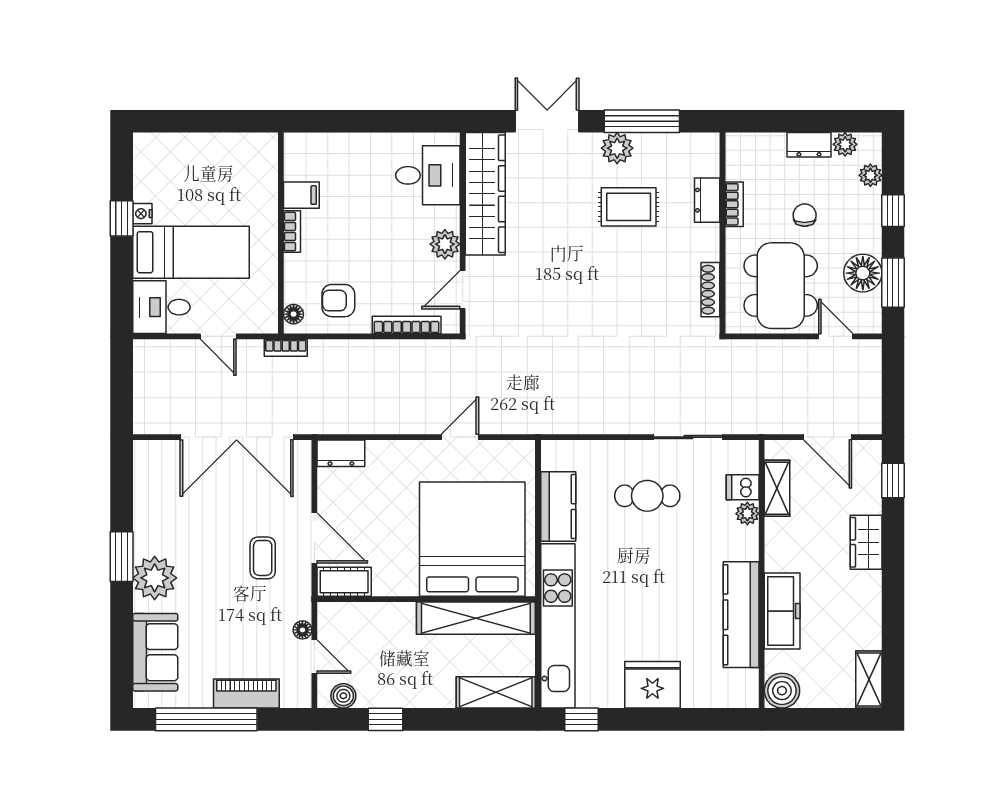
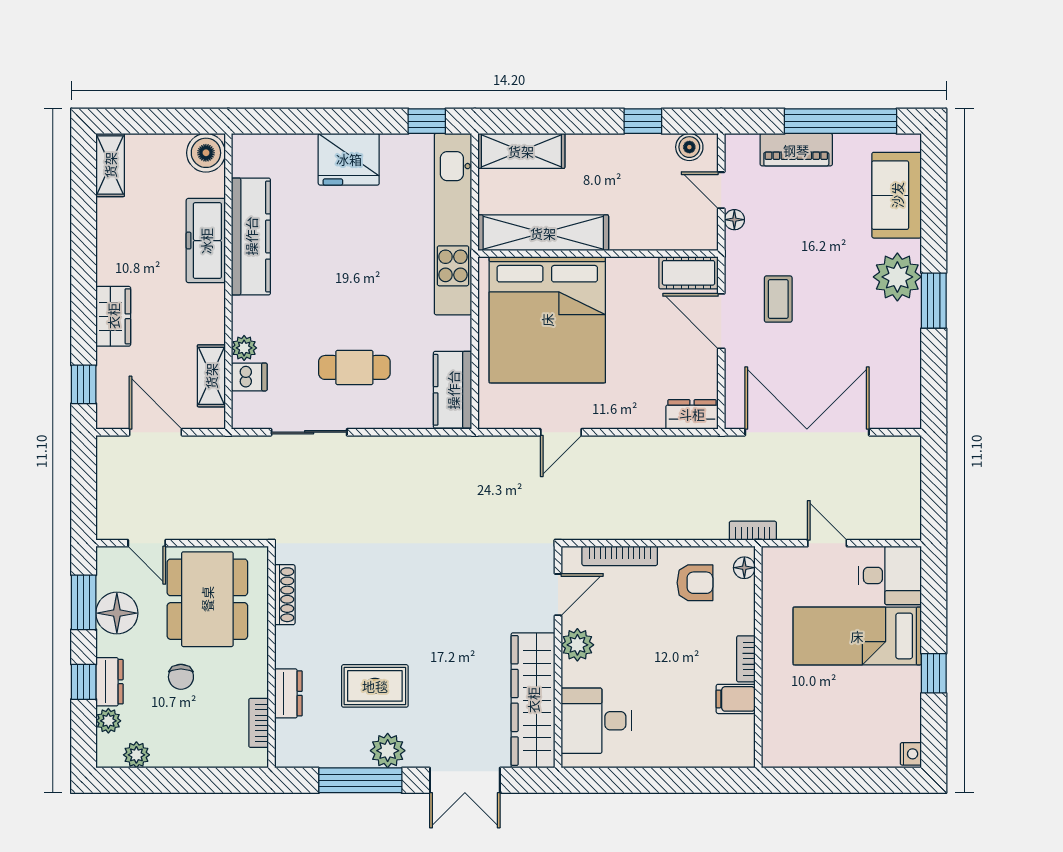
dresser: (809, 145) -> (110, 682), moved, turned 90
bookcase: (734, 204) -> (259, 723), moved
nightstand: (142, 214) -> (911, 754), moved
kitchen counter: (558, 507) -> (453, 390), moved

